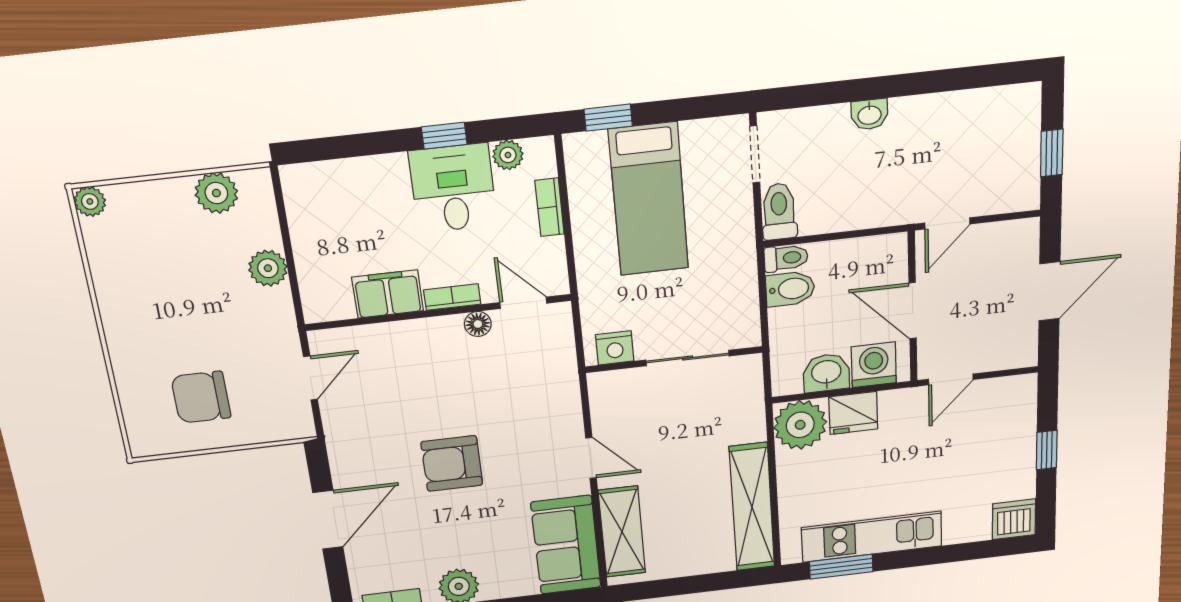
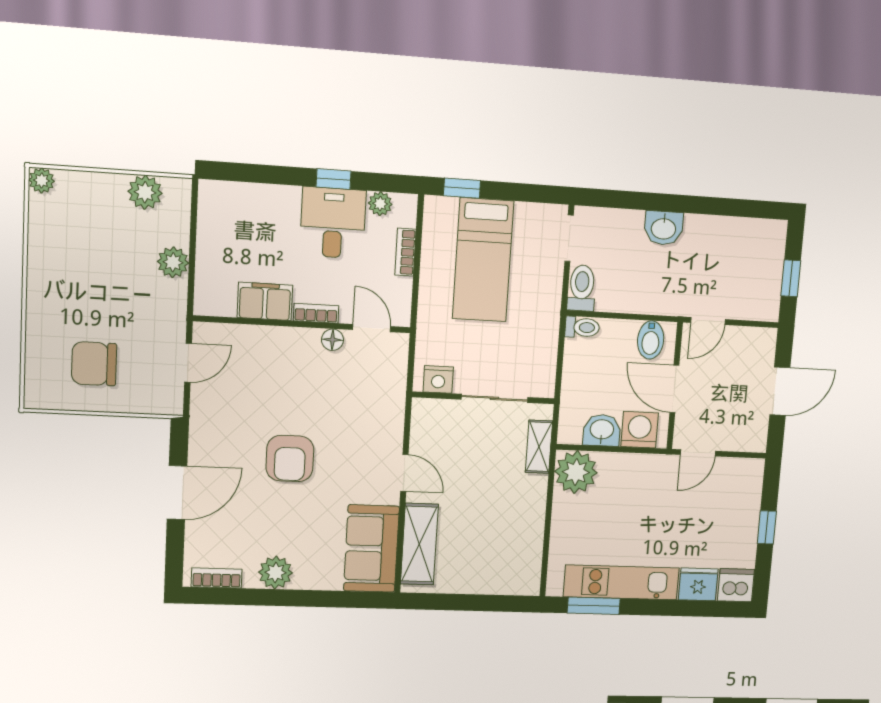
washbasin: (869, 114) -> (664, 228), width x1.38, depth x1.45
bidet: (790, 289) -> (651, 340), moved, turned 90
fridge: (853, 413) -> (698, 584), moved, turned 180
armchair: (452, 463) -> (290, 458), turned -90
shelving: (752, 507) -> (539, 447), moved, width x0.45, depth x0.75

